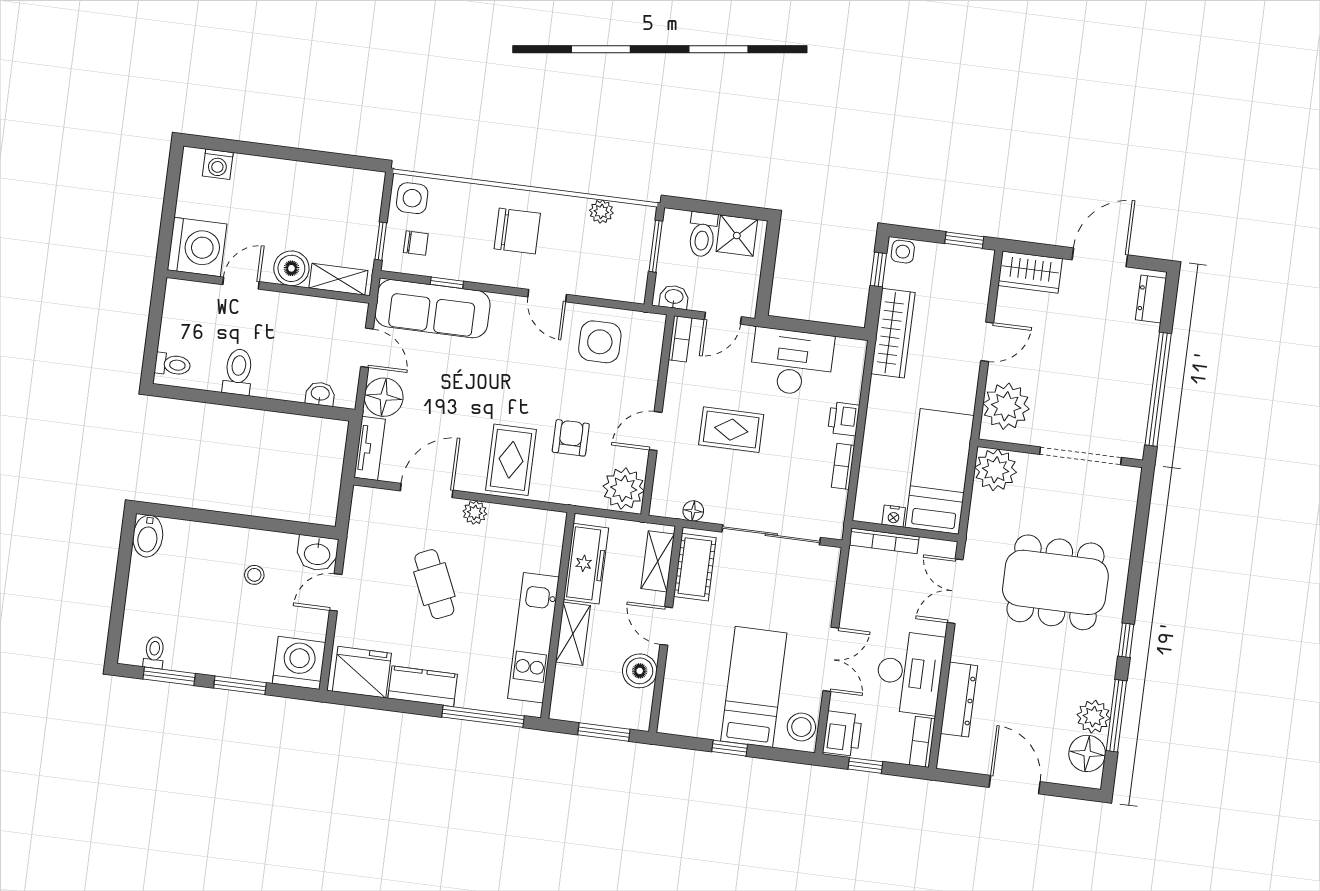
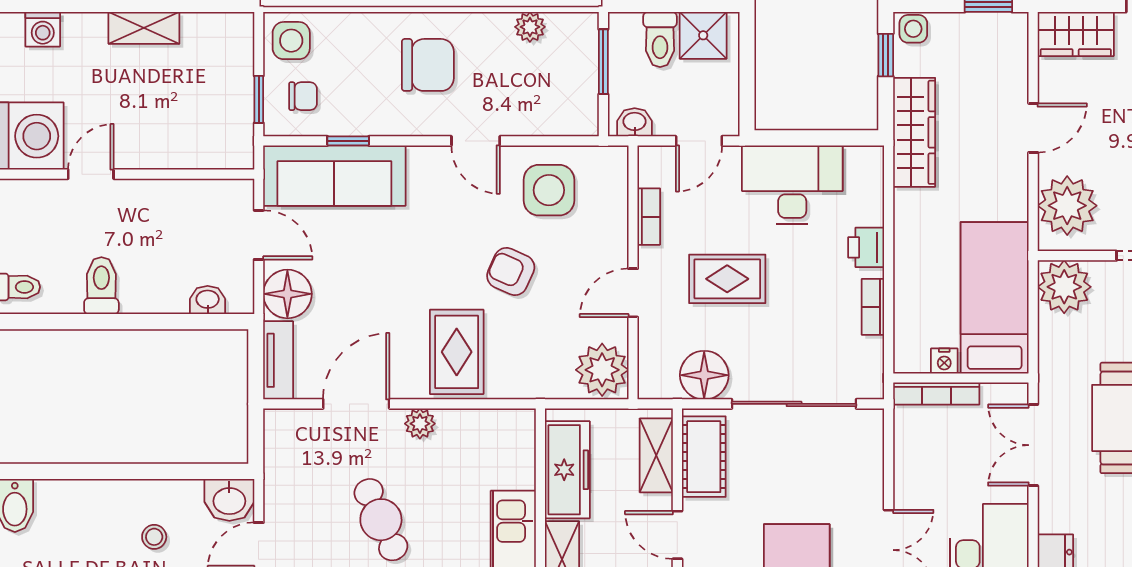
boiler: (291, 268) -> (151, 148), removed
shelving: (338, 279) -> (144, 28), moved
bookcase: (680, 339) -> (649, 217), moved
armchair: (571, 438) -> (511, 272), moved, turned -66
floor lamp: (693, 511) -> (704, 375), width x1.89, depth x1.89

